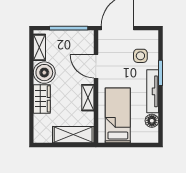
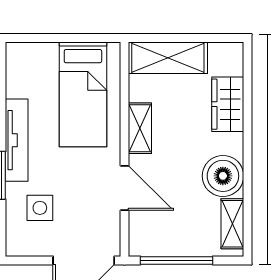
wardrobe: (42, 99) -> (228, 104), moved
floor lamp: (152, 121) -> (18, 84), removed

